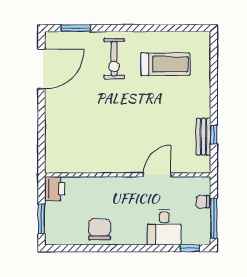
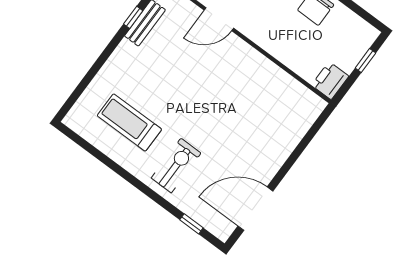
window: (76, 28) -> (191, 224), width x0.67
window: (41, 219) -> (365, 60), width x0.67

